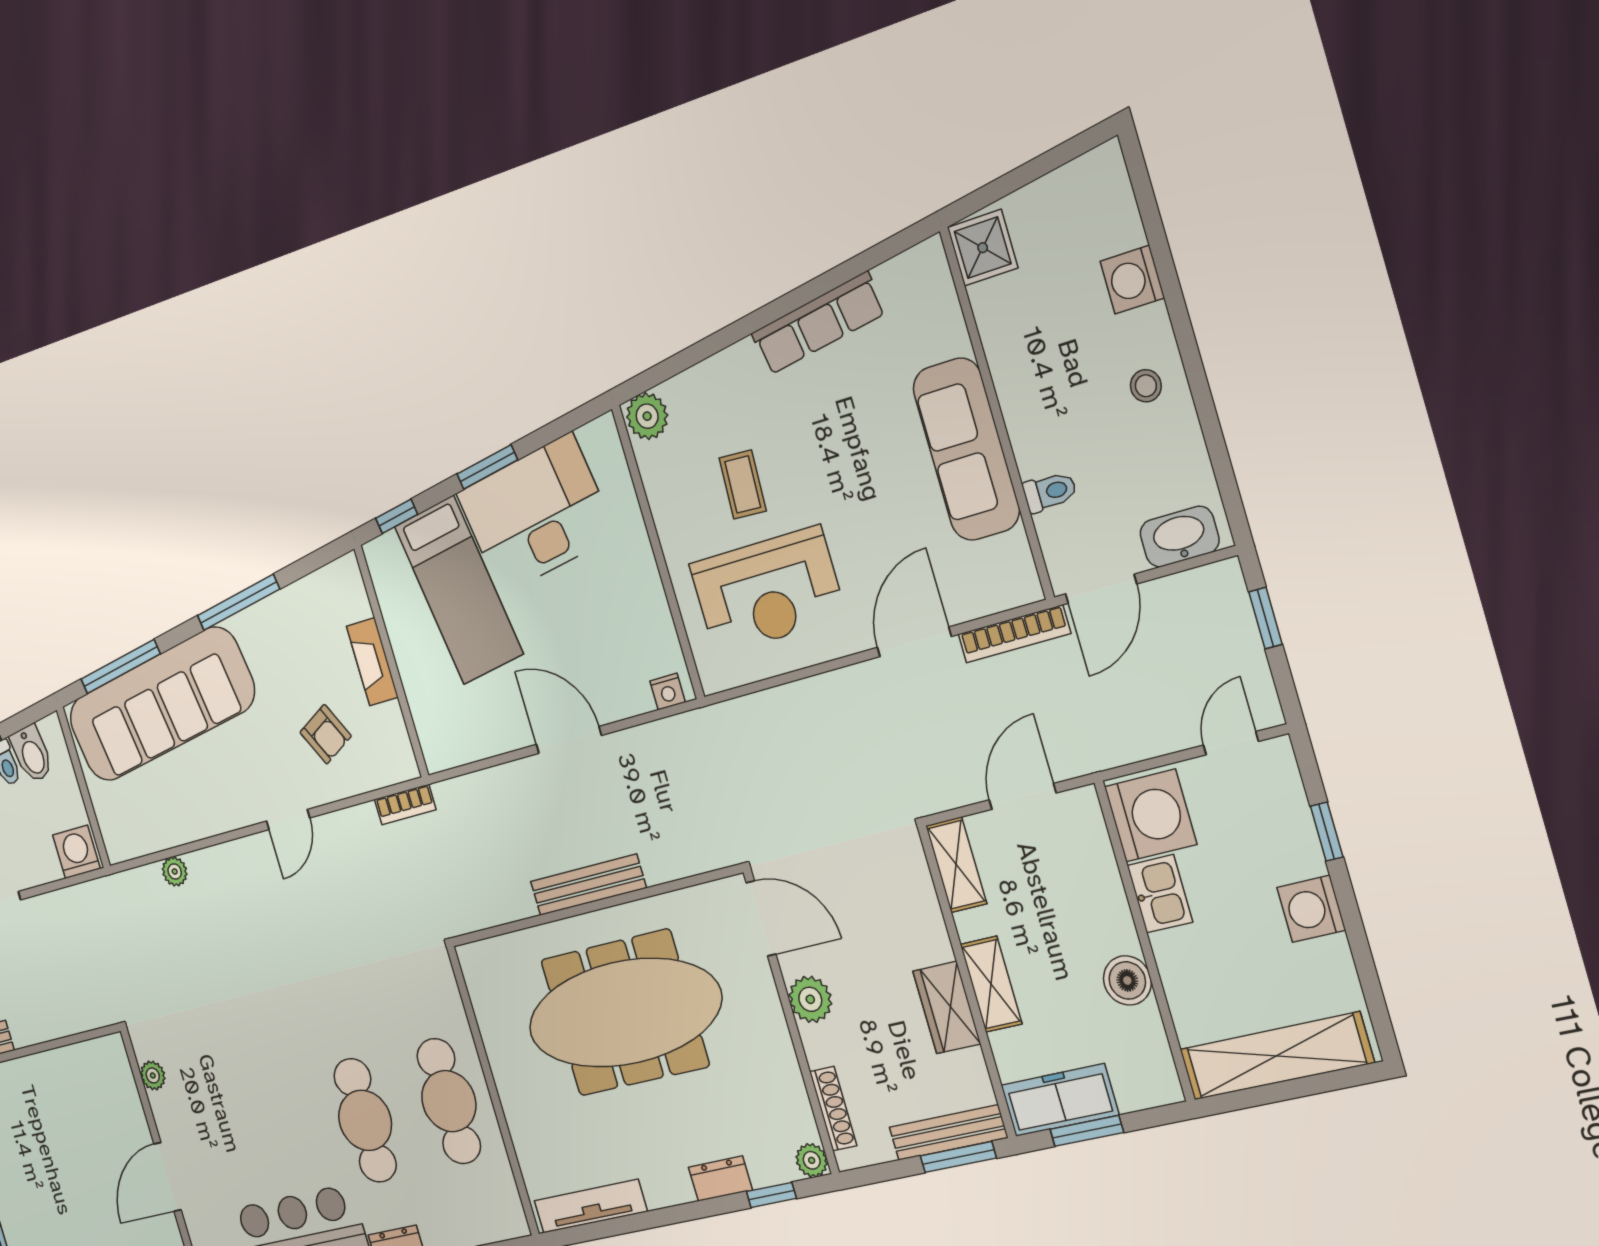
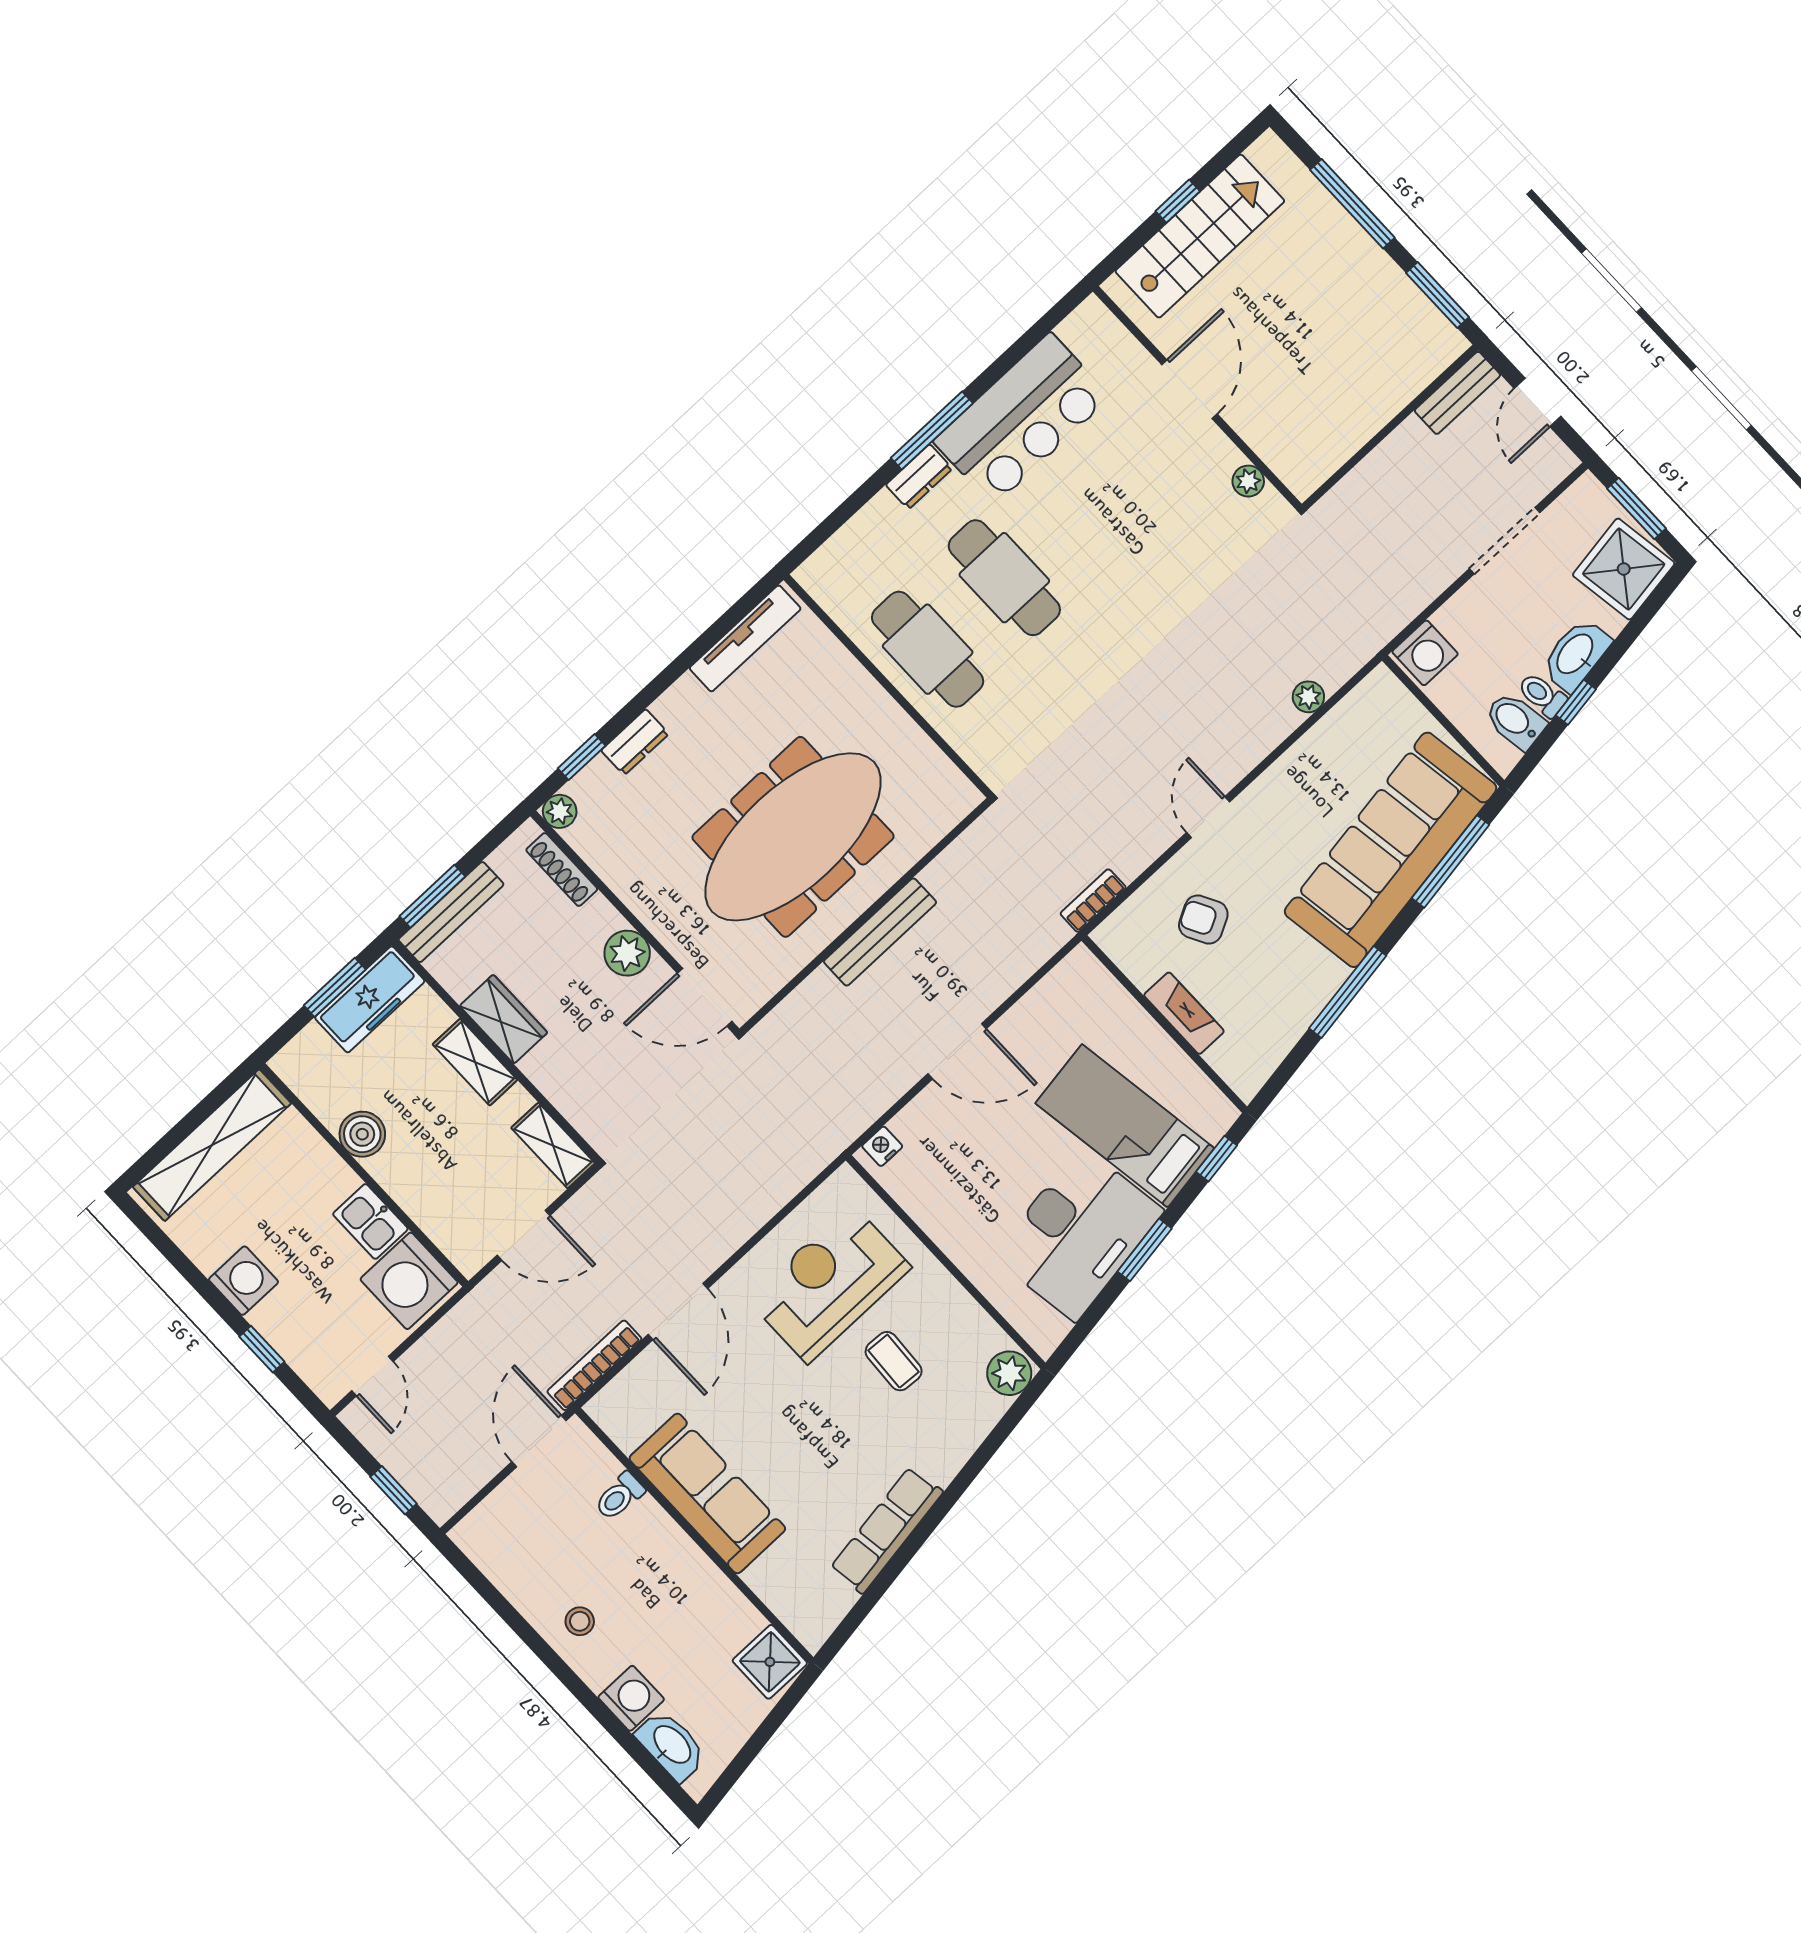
washbasin: (1180, 537) -> (671, 1745), moved, turned -90
door: (1023, 796) -> (523, 1235), hinge flipped

